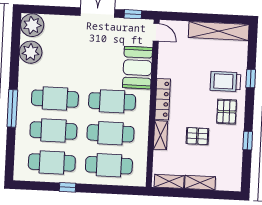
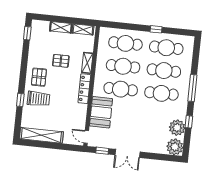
window: (15, 61) -> (189, 122), added
window: (248, 141) -> (27, 33), moved

